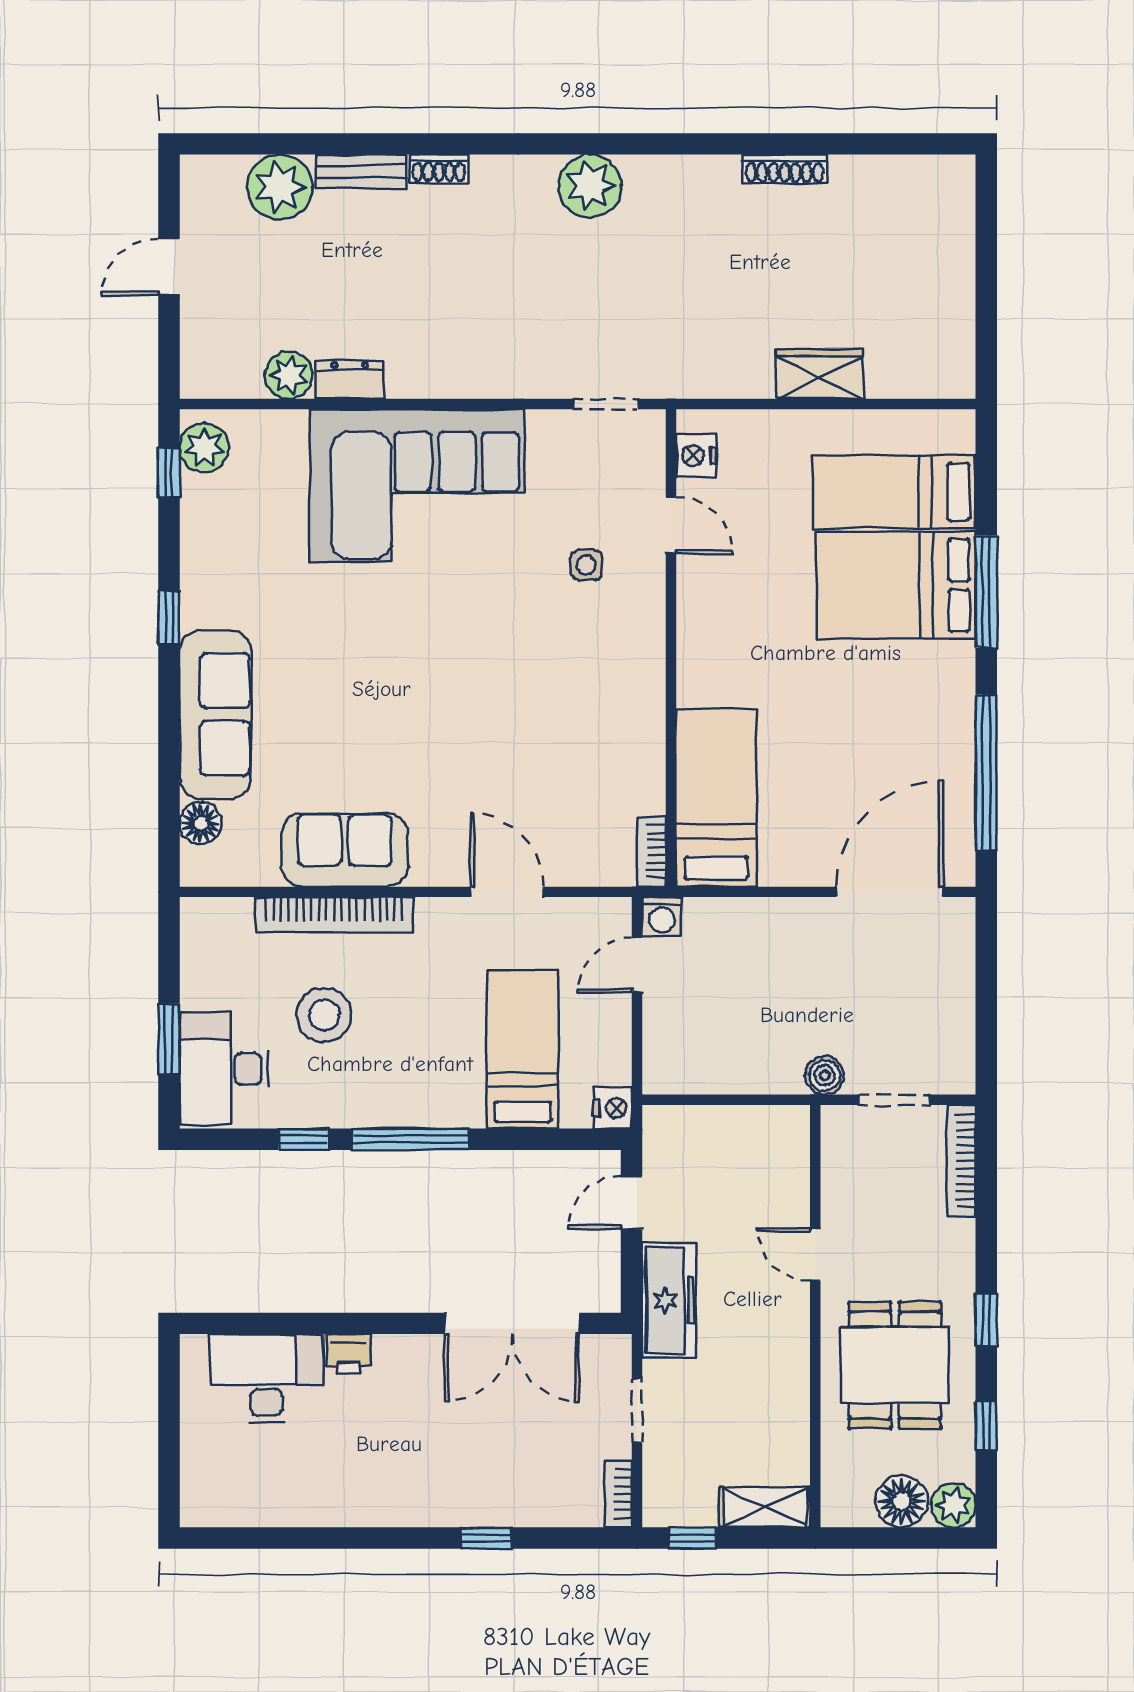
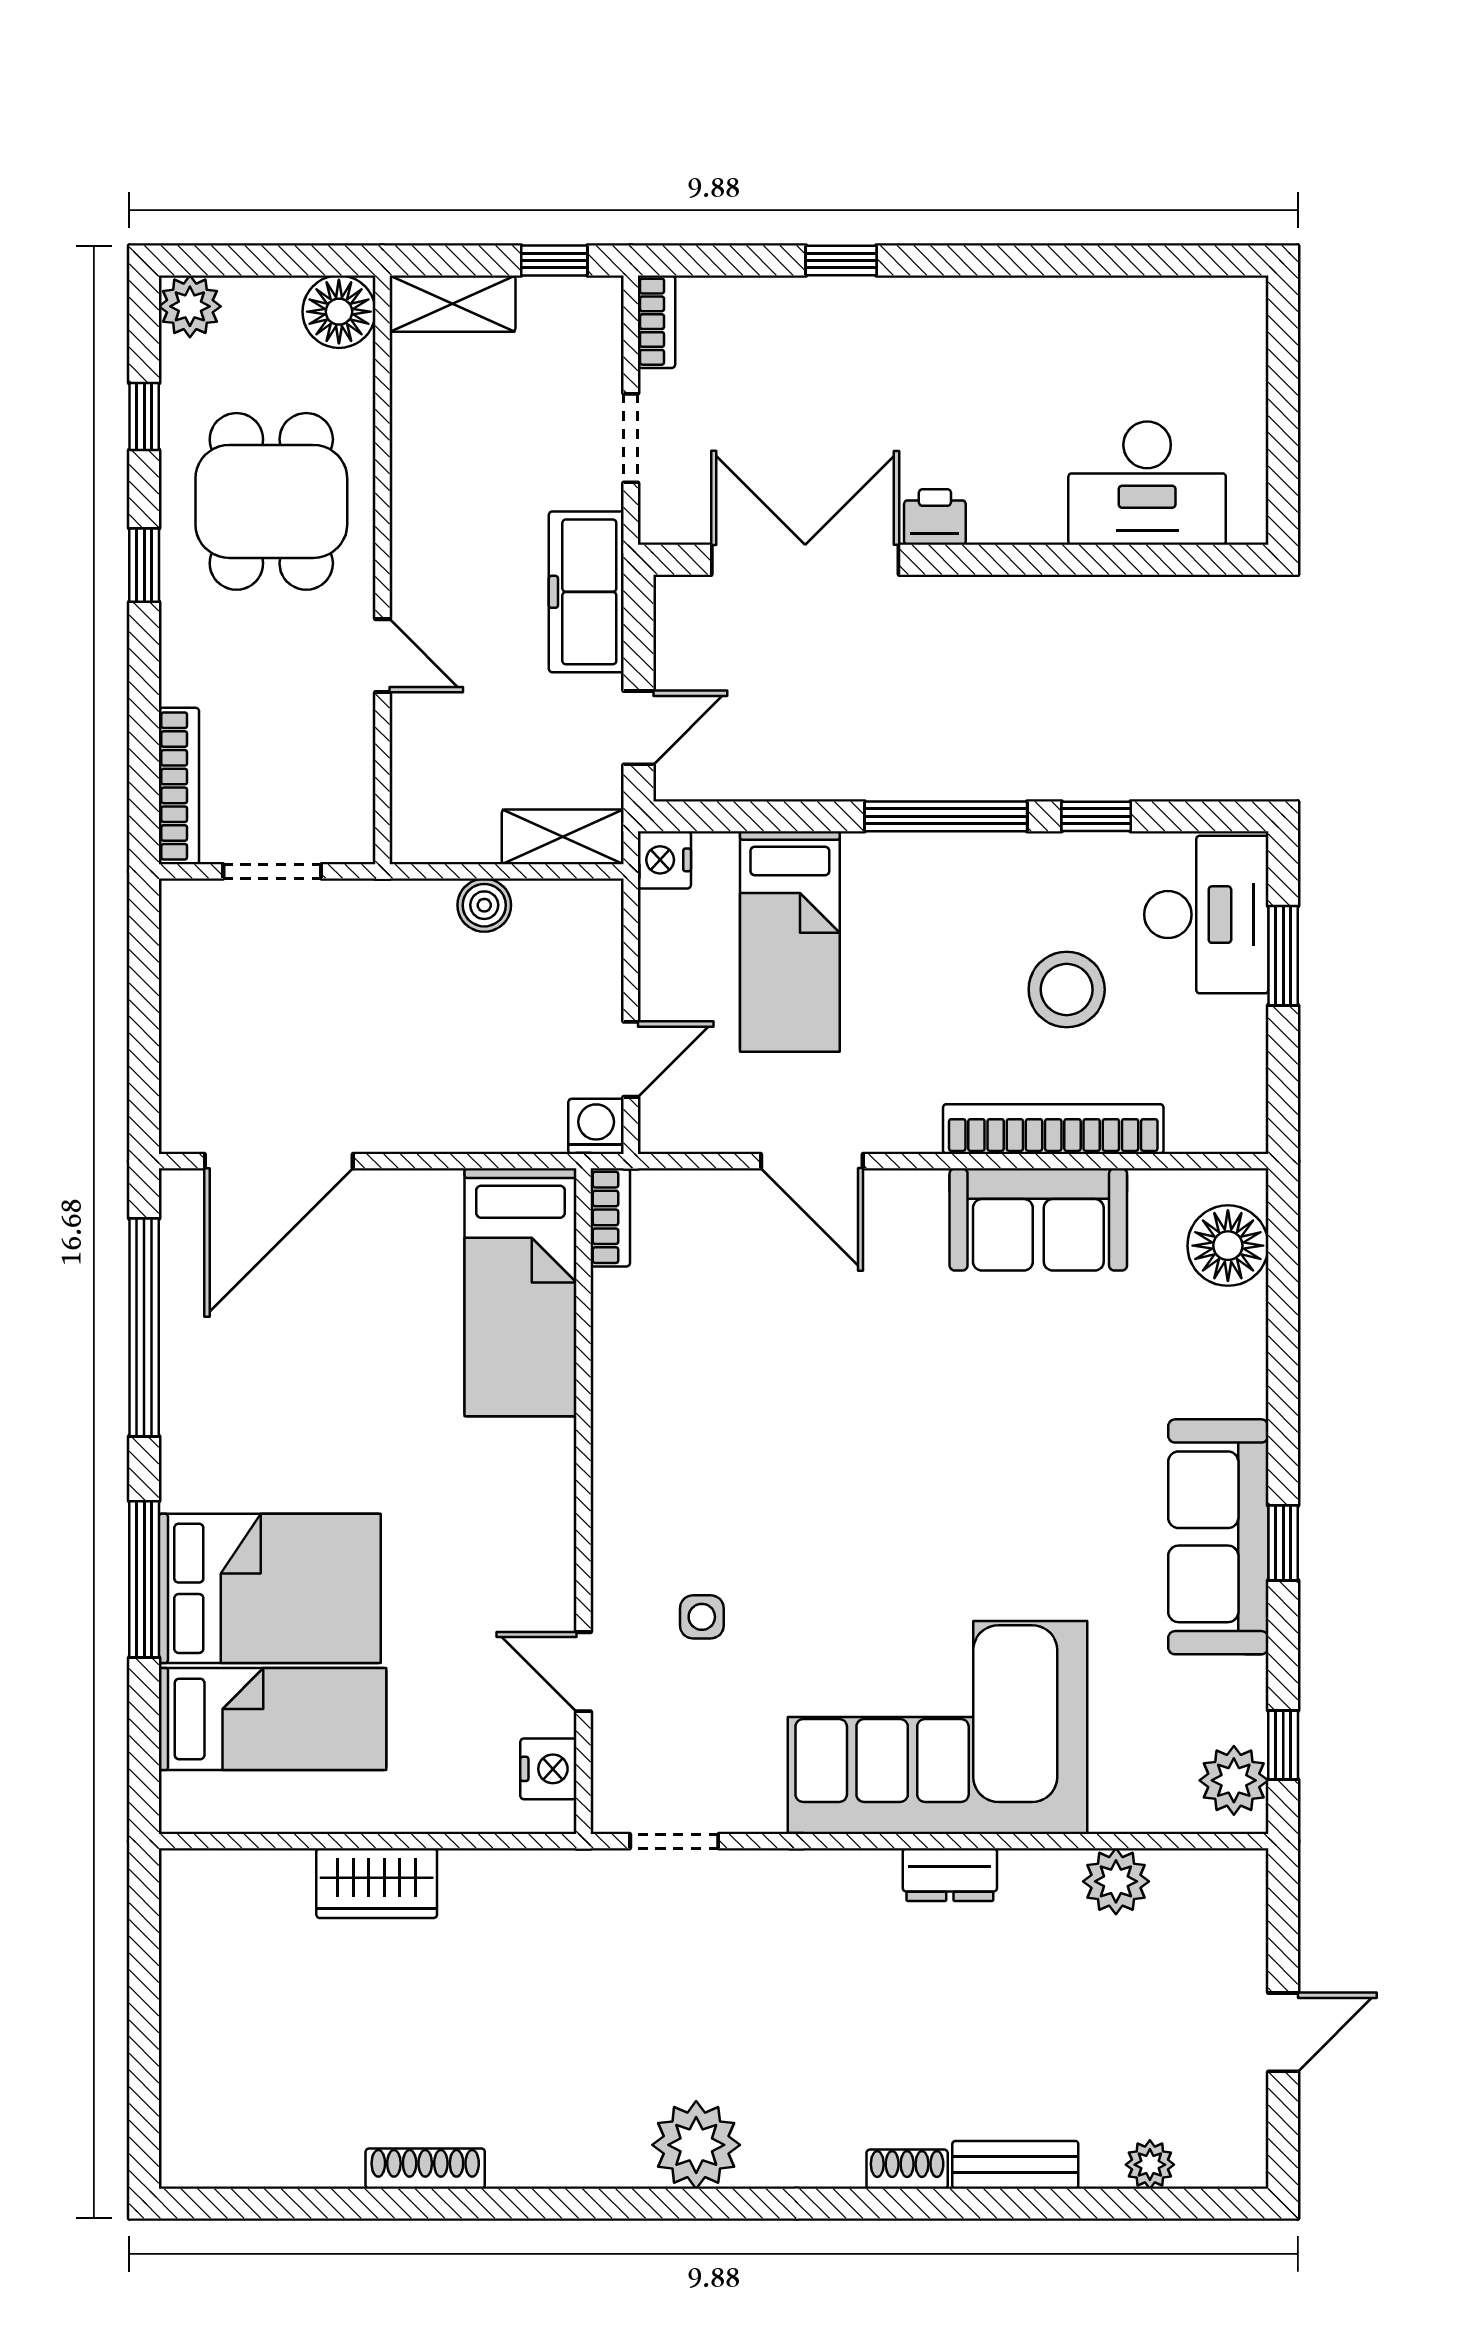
plant: (280, 187) -> (1150, 2165), width x0.53, depth x0.53
dresser: (350, 380) -> (950, 1875), moved
sofa: (216, 714) -> (1218, 1537), moved
floor lamp: (201, 823) -> (1228, 1246), width x1.38, depth x1.38
boiler: (825, 1076) -> (484, 905), moved
shelving: (686, 1125) -> (563, 837), added
printer: (348, 1354) -> (935, 517), moved
floor lamp: (902, 1501) -> (339, 312), moved

